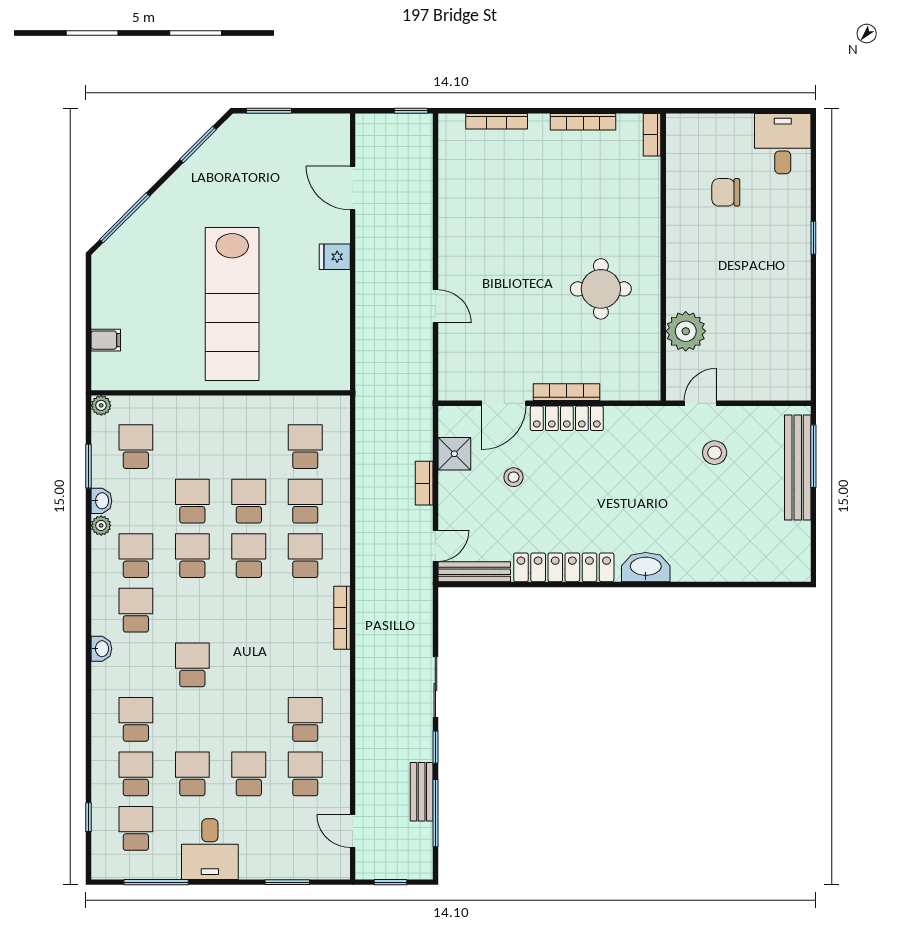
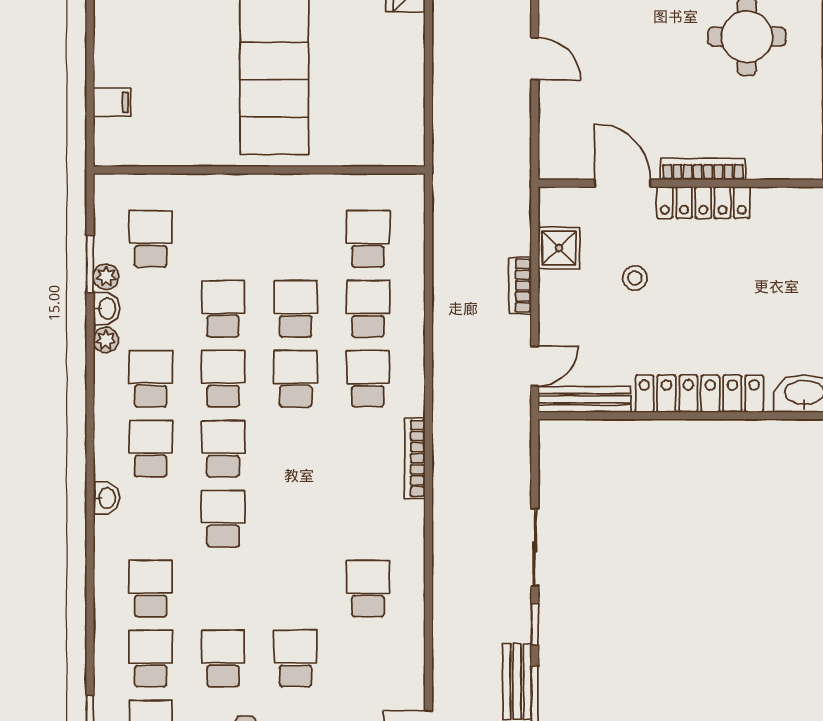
door: (504, 403) -> (623, 183), swing flipped
plant: (101, 405) -> (106, 277), moved
school desk: (305, 774) -> (223, 449), moved

